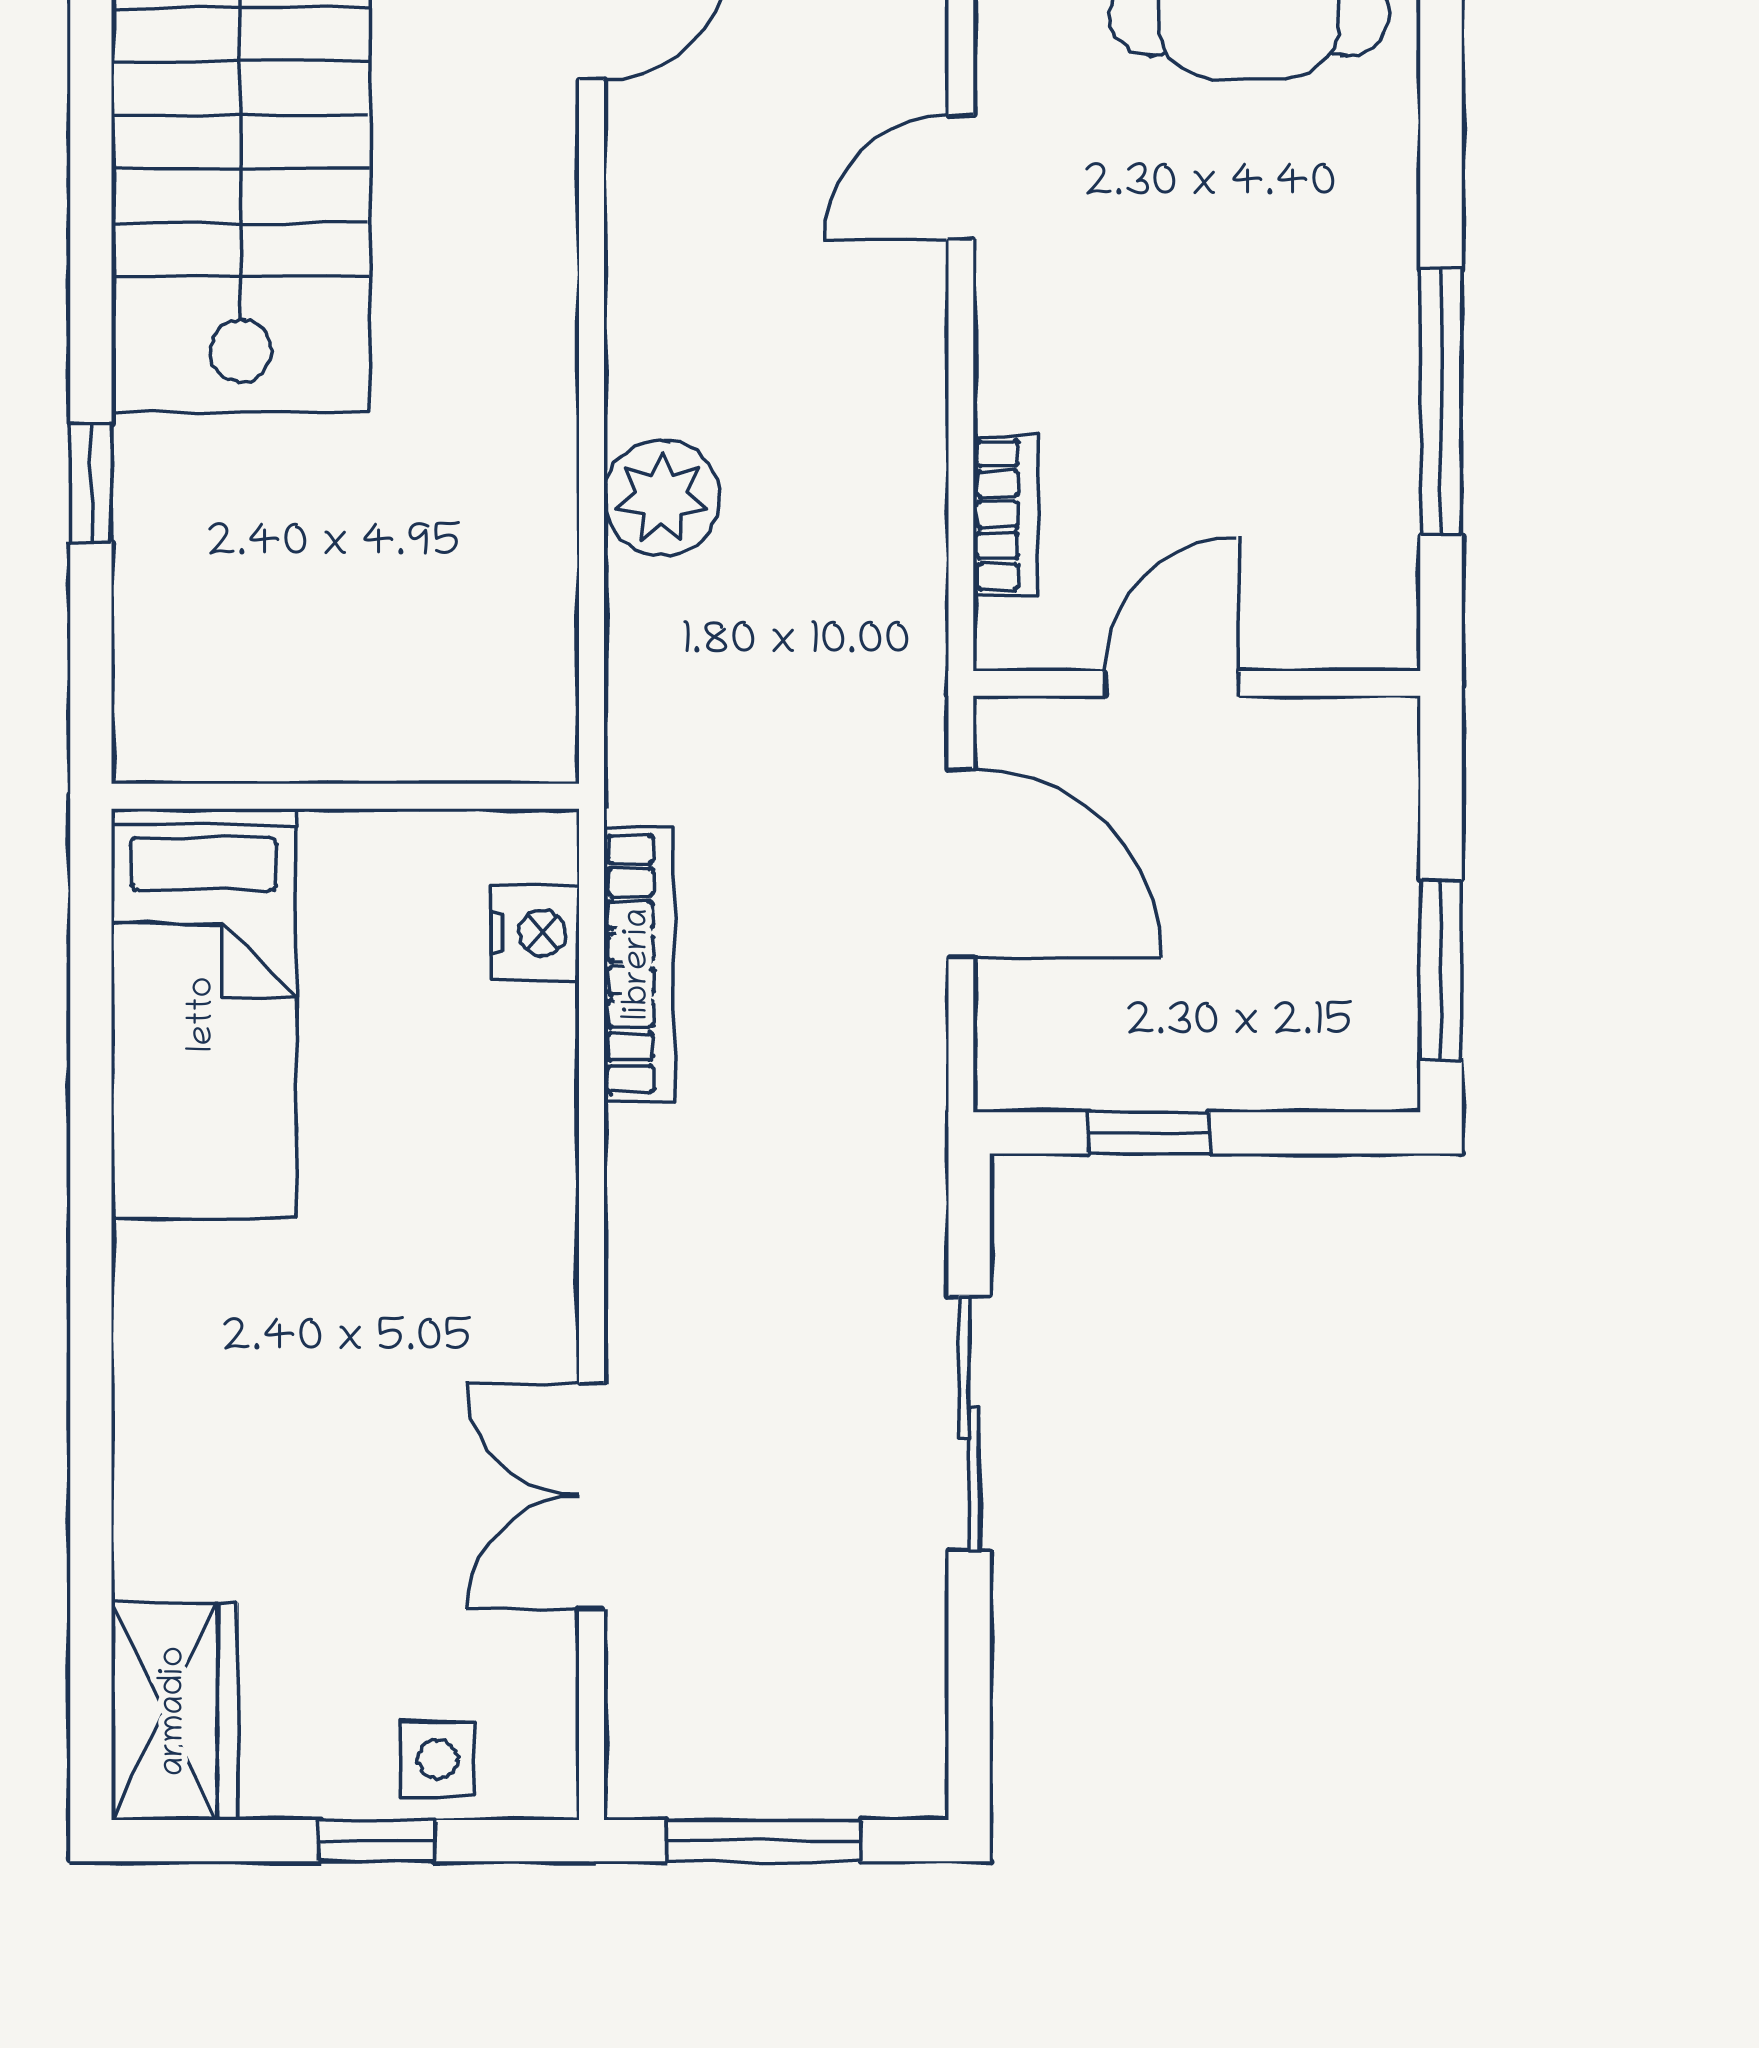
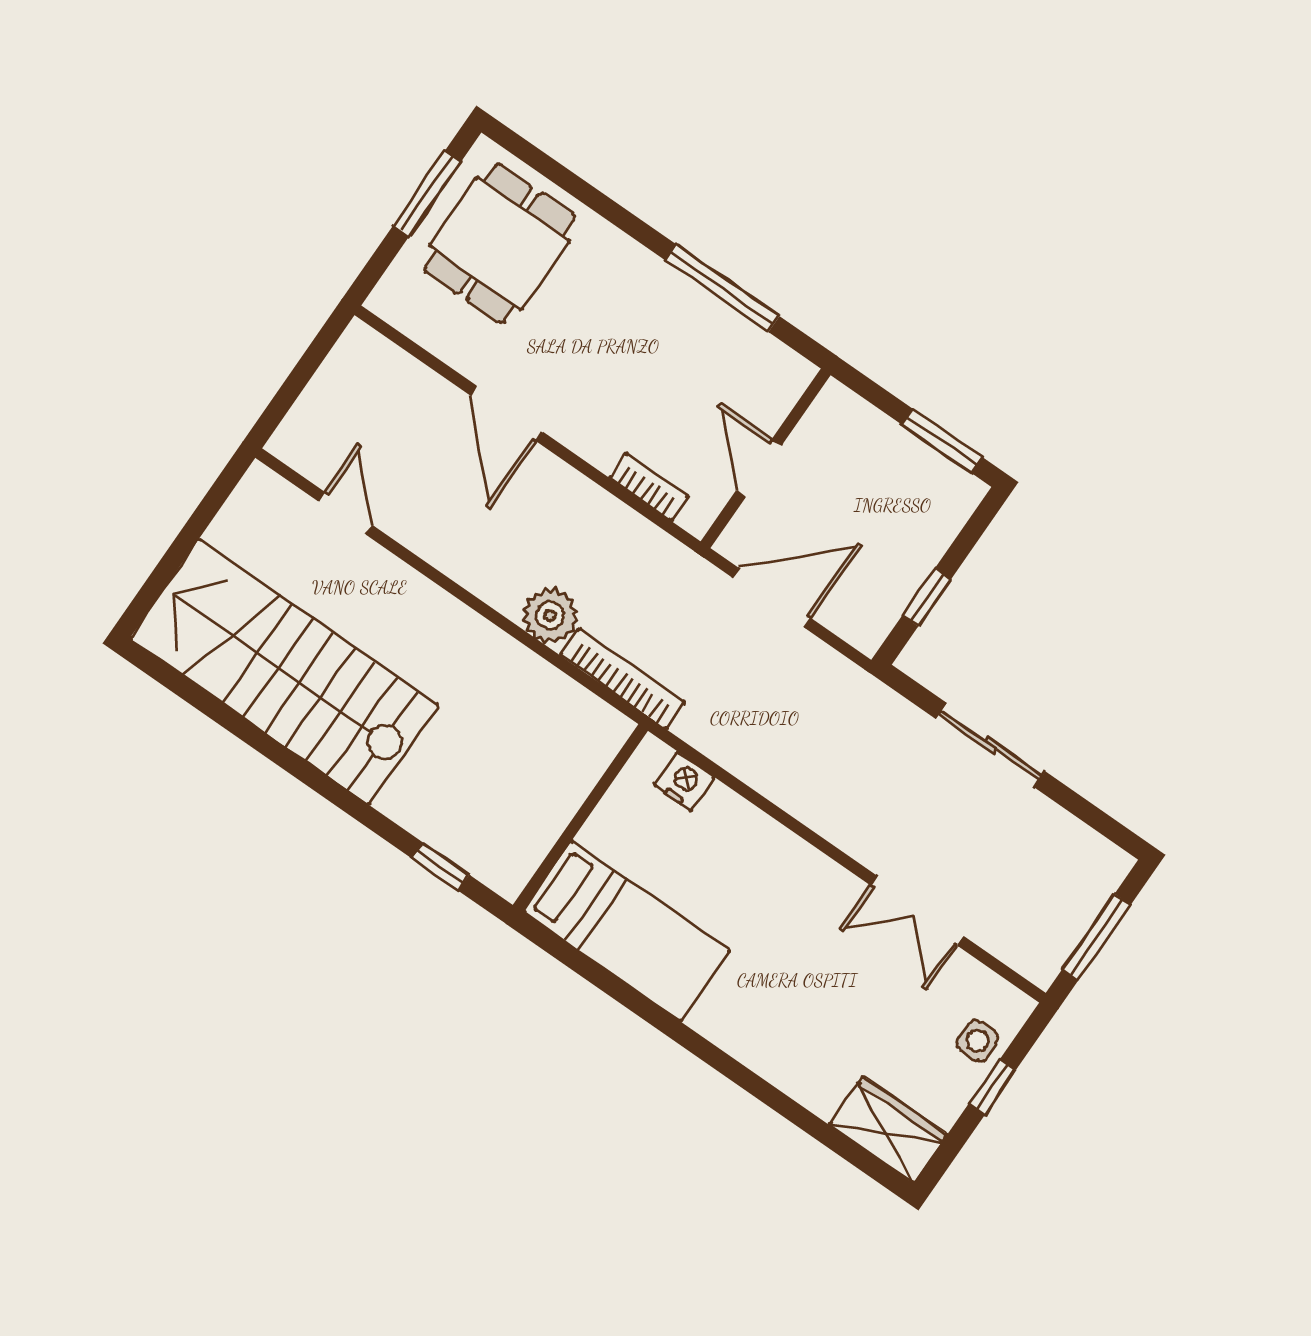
door: (961, 178) -> (507, 414), width x1.38
window: (91, 483) -> (441, 867), moved
bookcase: (639, 964) -> (622, 679), moved

